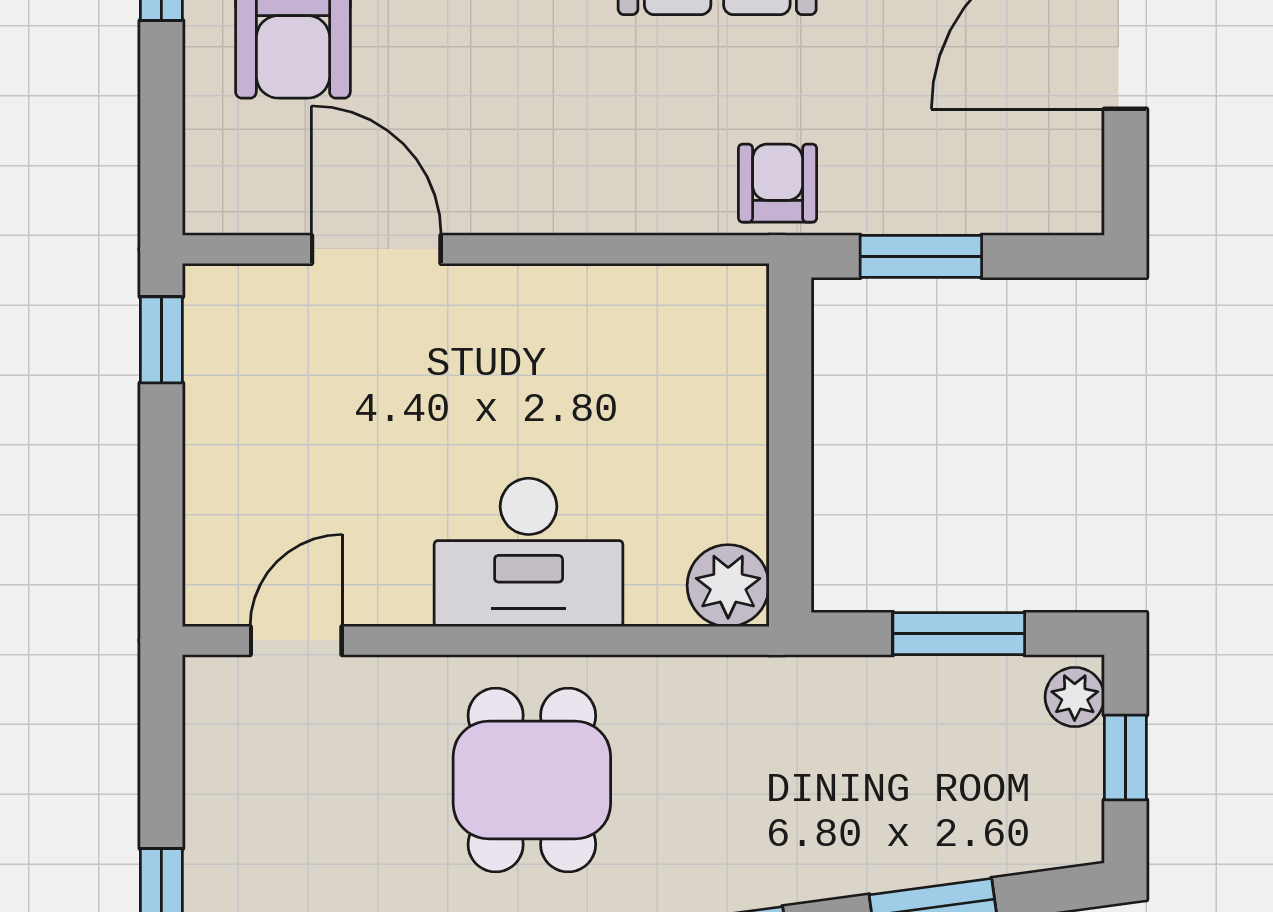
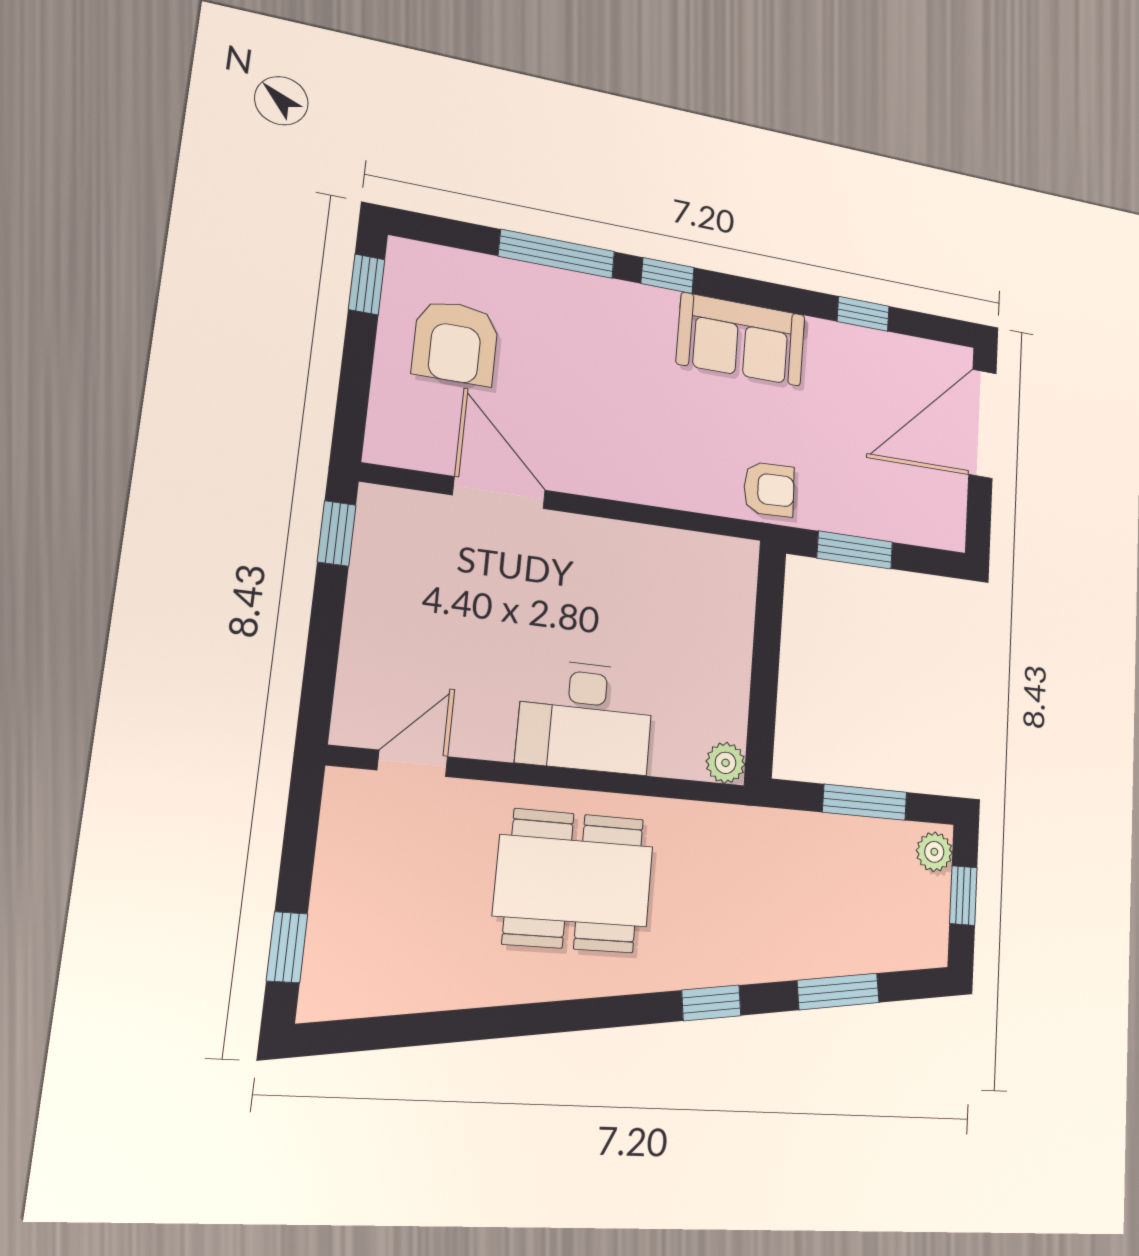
armchair: (778, 183) -> (769, 489), turned 88
plant: (728, 586) -> (725, 763), width x0.73, depth x0.73
dining table: (532, 780) -> (574, 881), width x1.37

